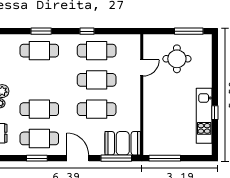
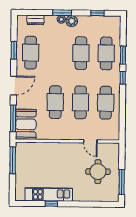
window: (87, 31) -> (123, 78), moved
cafe table: (39, 109) -> (81, 53), moved

